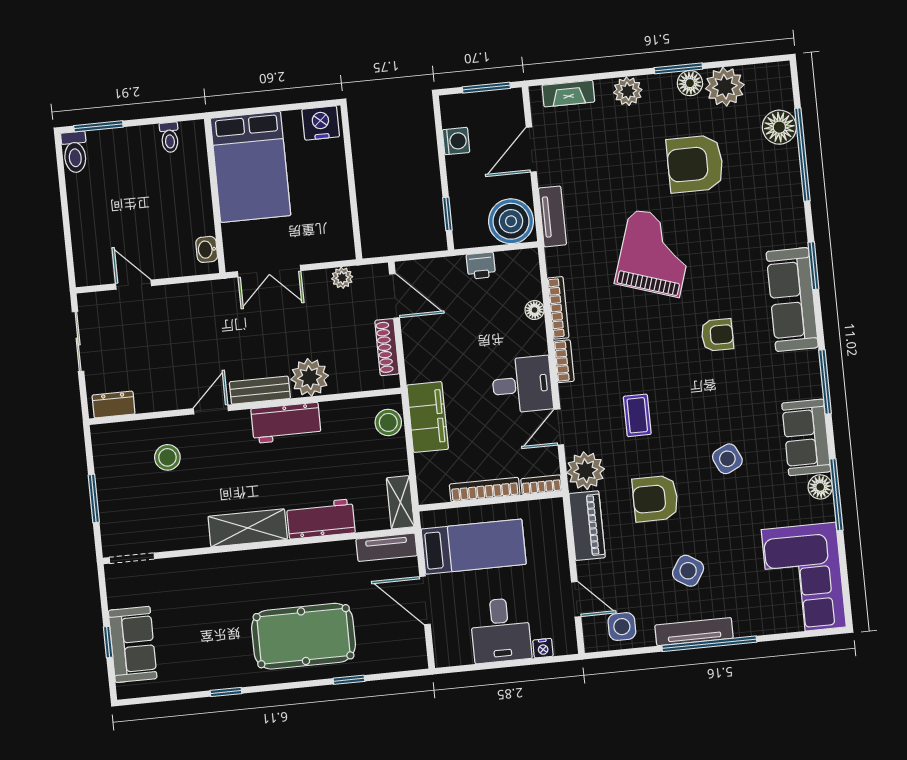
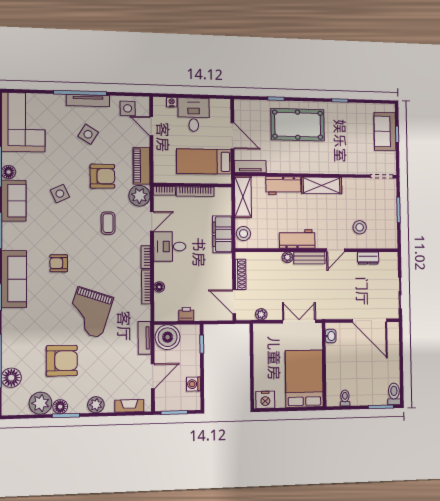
door: (134, 285) -> (370, 321), width x1.87
plant: (310, 377) -> (287, 257), width x0.53, depth x0.53
dresser: (114, 405) -> (368, 258), moved
shelving: (400, 502) -> (243, 197), width x1.50, depth x1.33

